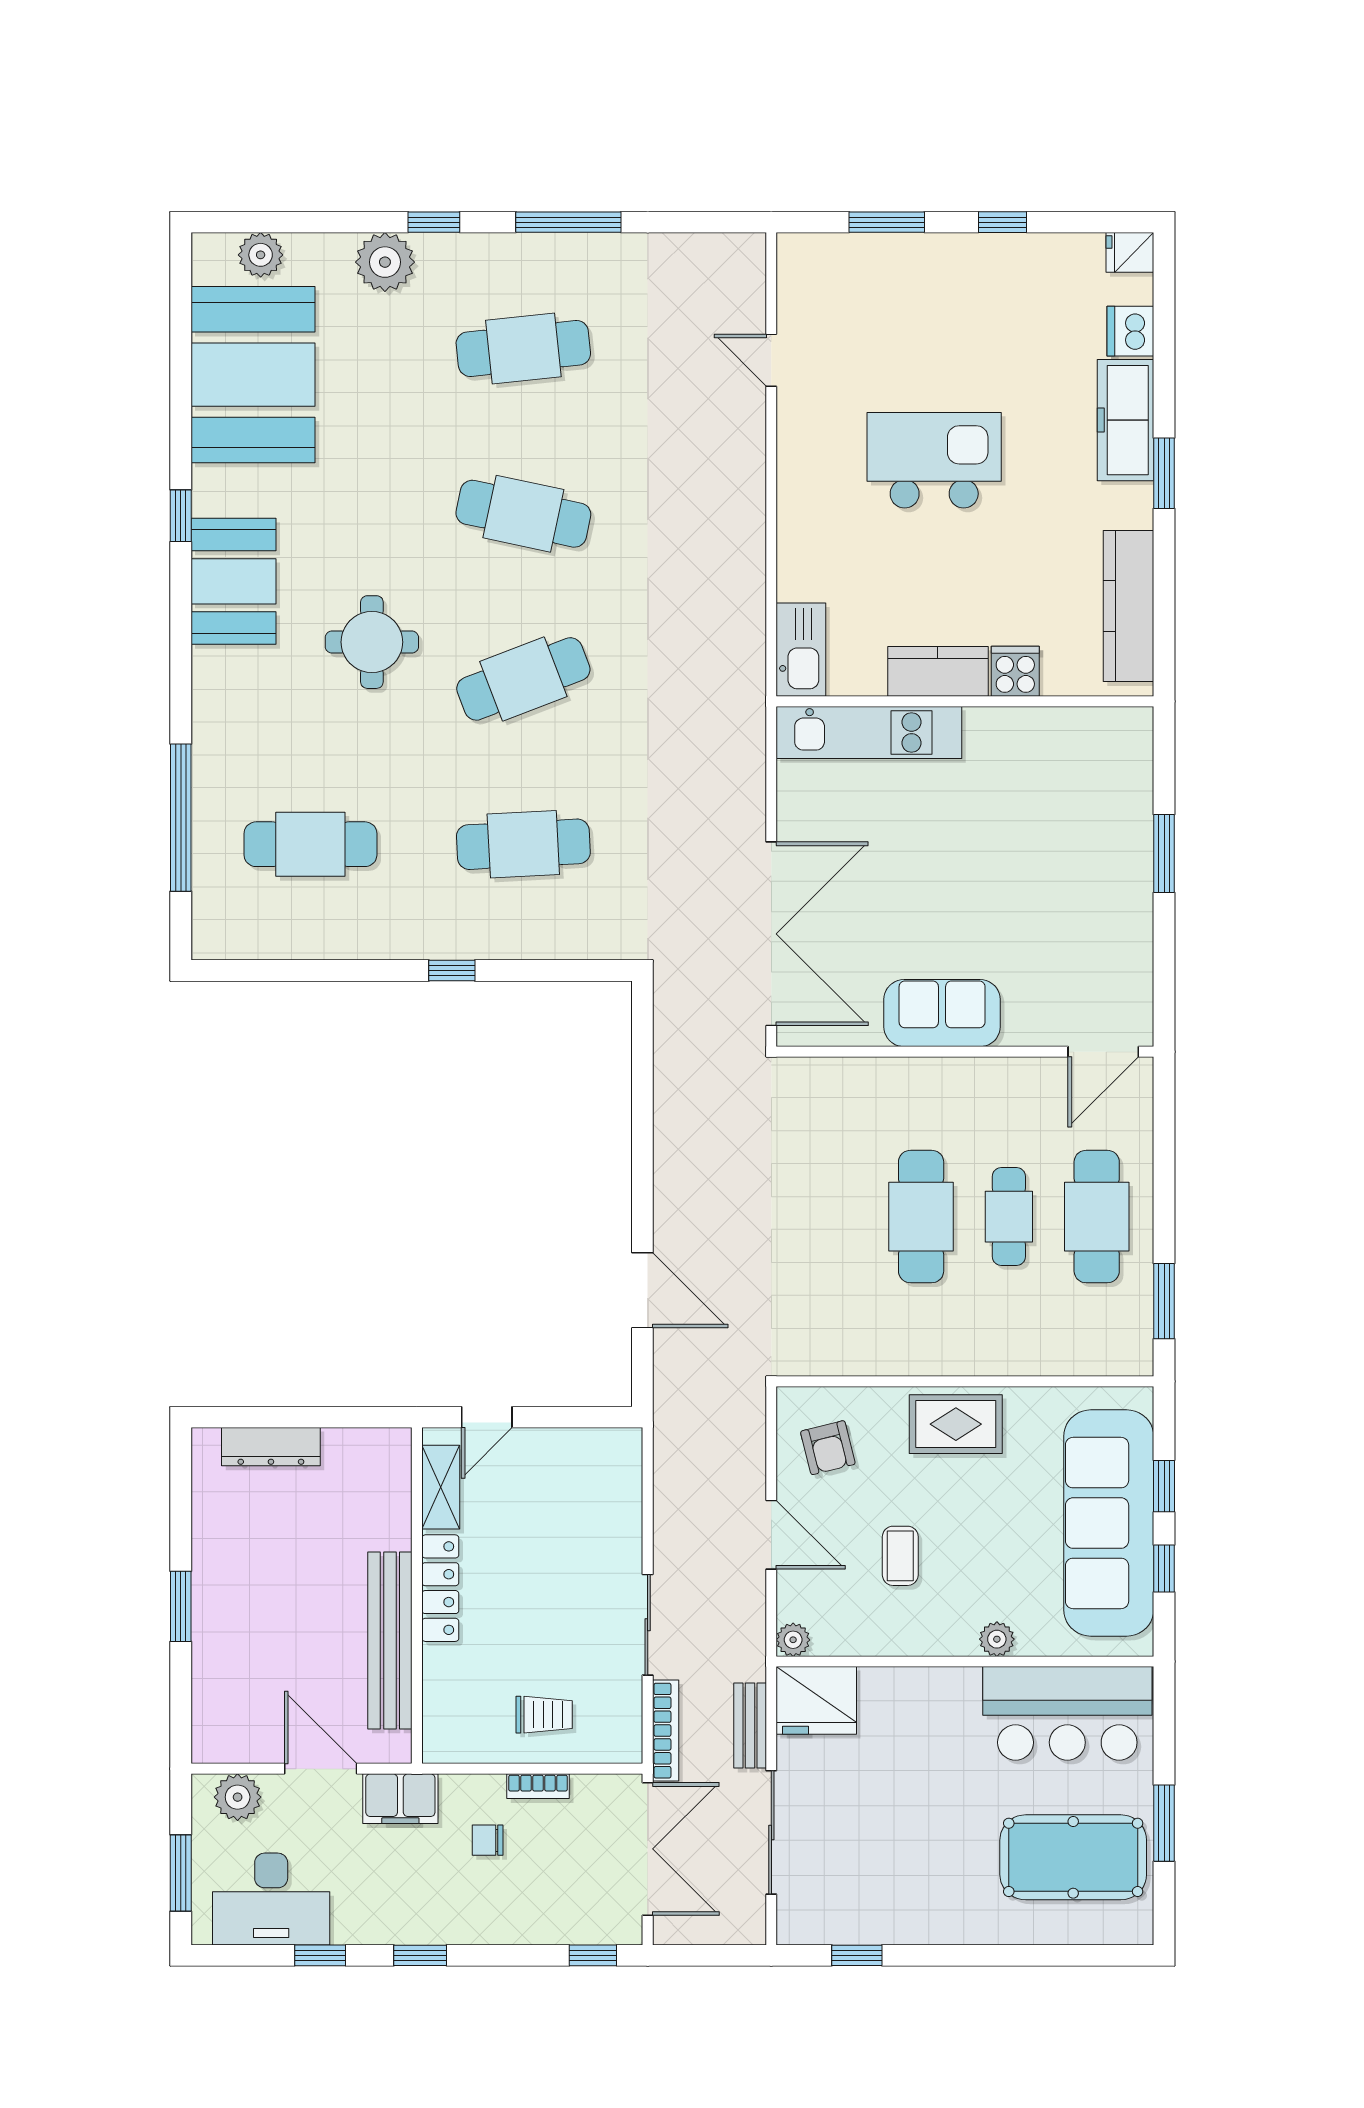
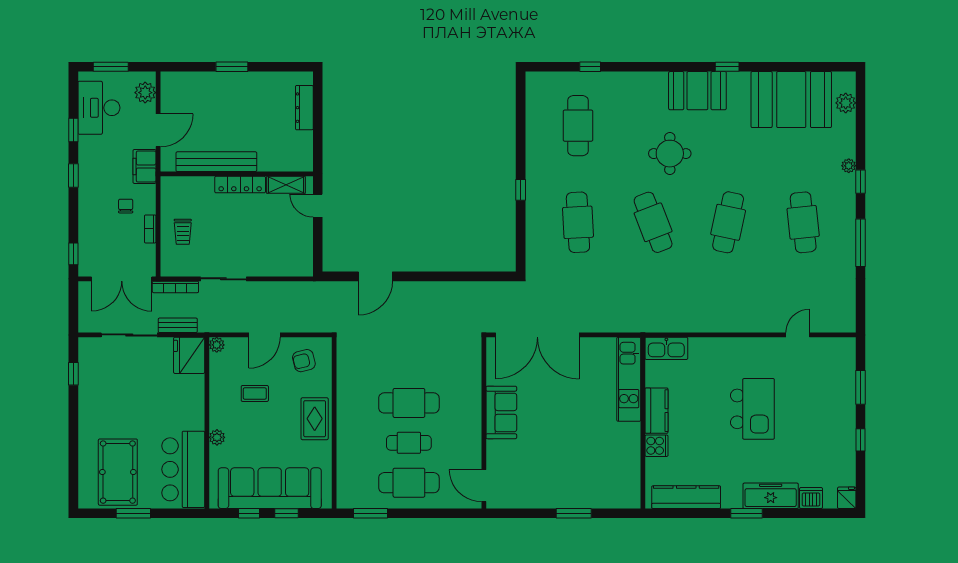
plant: (385, 262) -> (849, 166), width x0.53, depth x0.53
window: (181, 818) -> (590, 67), width x0.32

